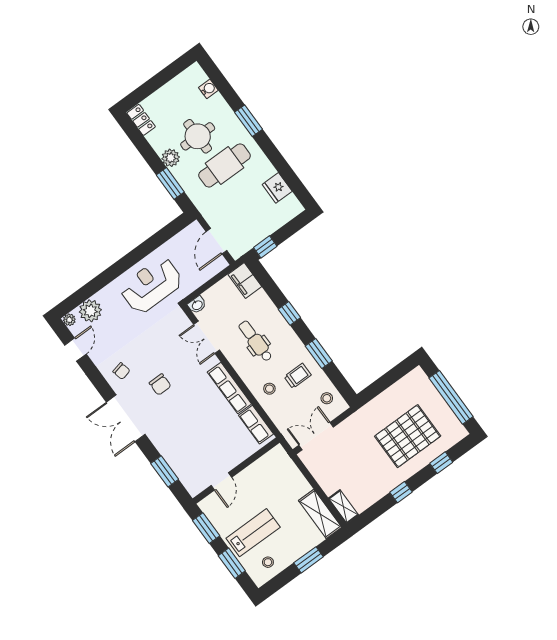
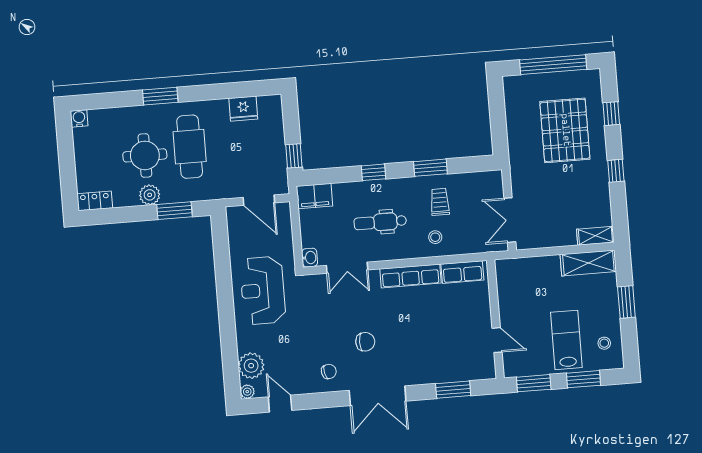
water cooler: (208, 89) -> (79, 118), moved
stool: (327, 398) -> (479, 187), removed

